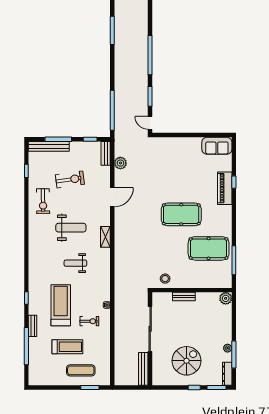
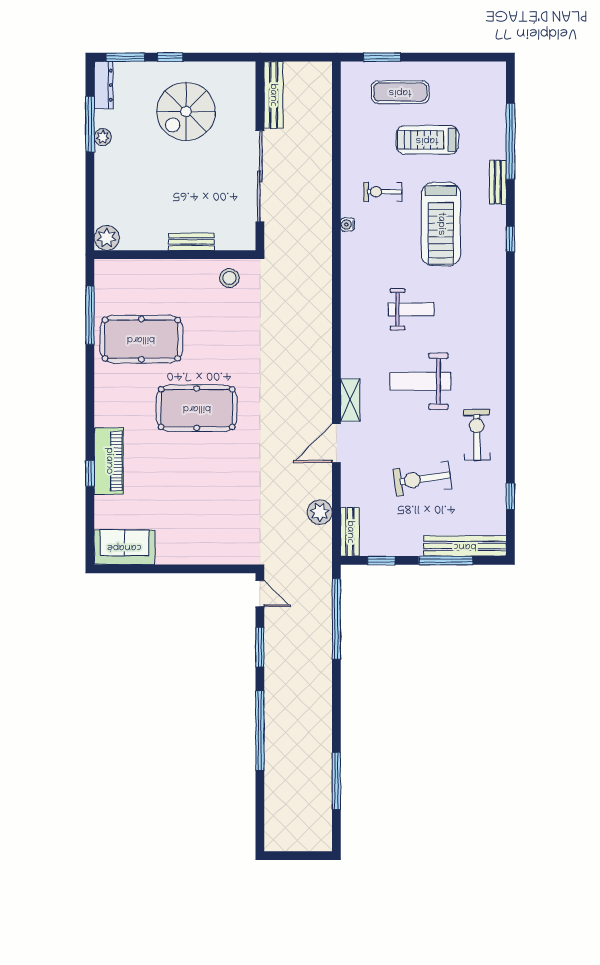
shelving: (105, 237) -> (350, 400), moved

